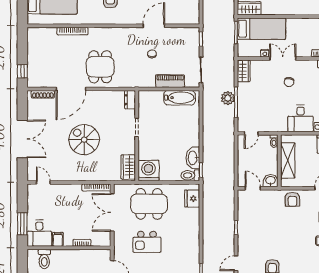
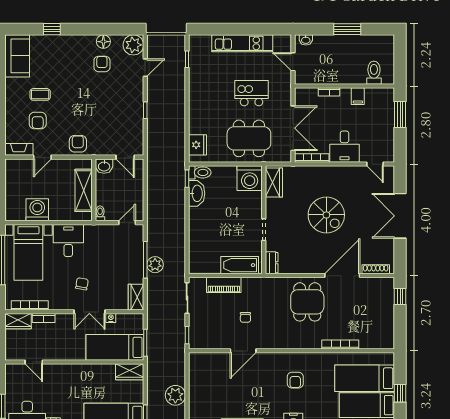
bathtub: (180, 98) -> (240, 265), moved
desk: (39, 233) -> (345, 147), moved, turned 180

